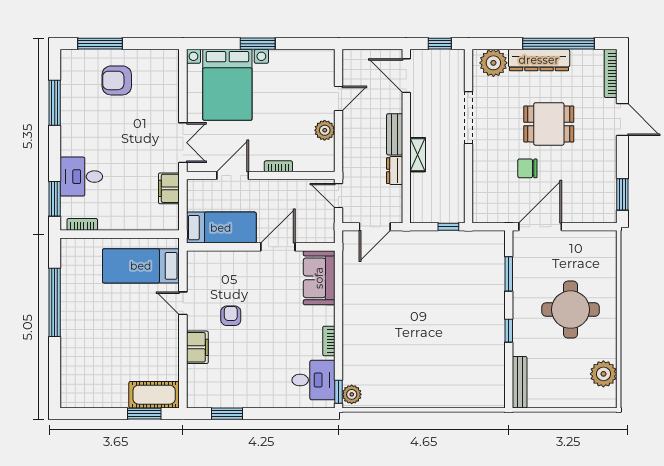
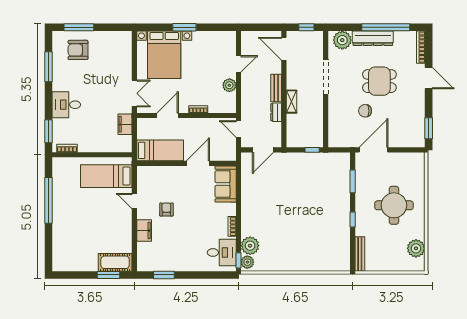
armchair: (117, 80) -> (78, 50), moved
desk: (81, 177) -> (66, 105), moved
plant: (356, 370) -> (250, 246), added

